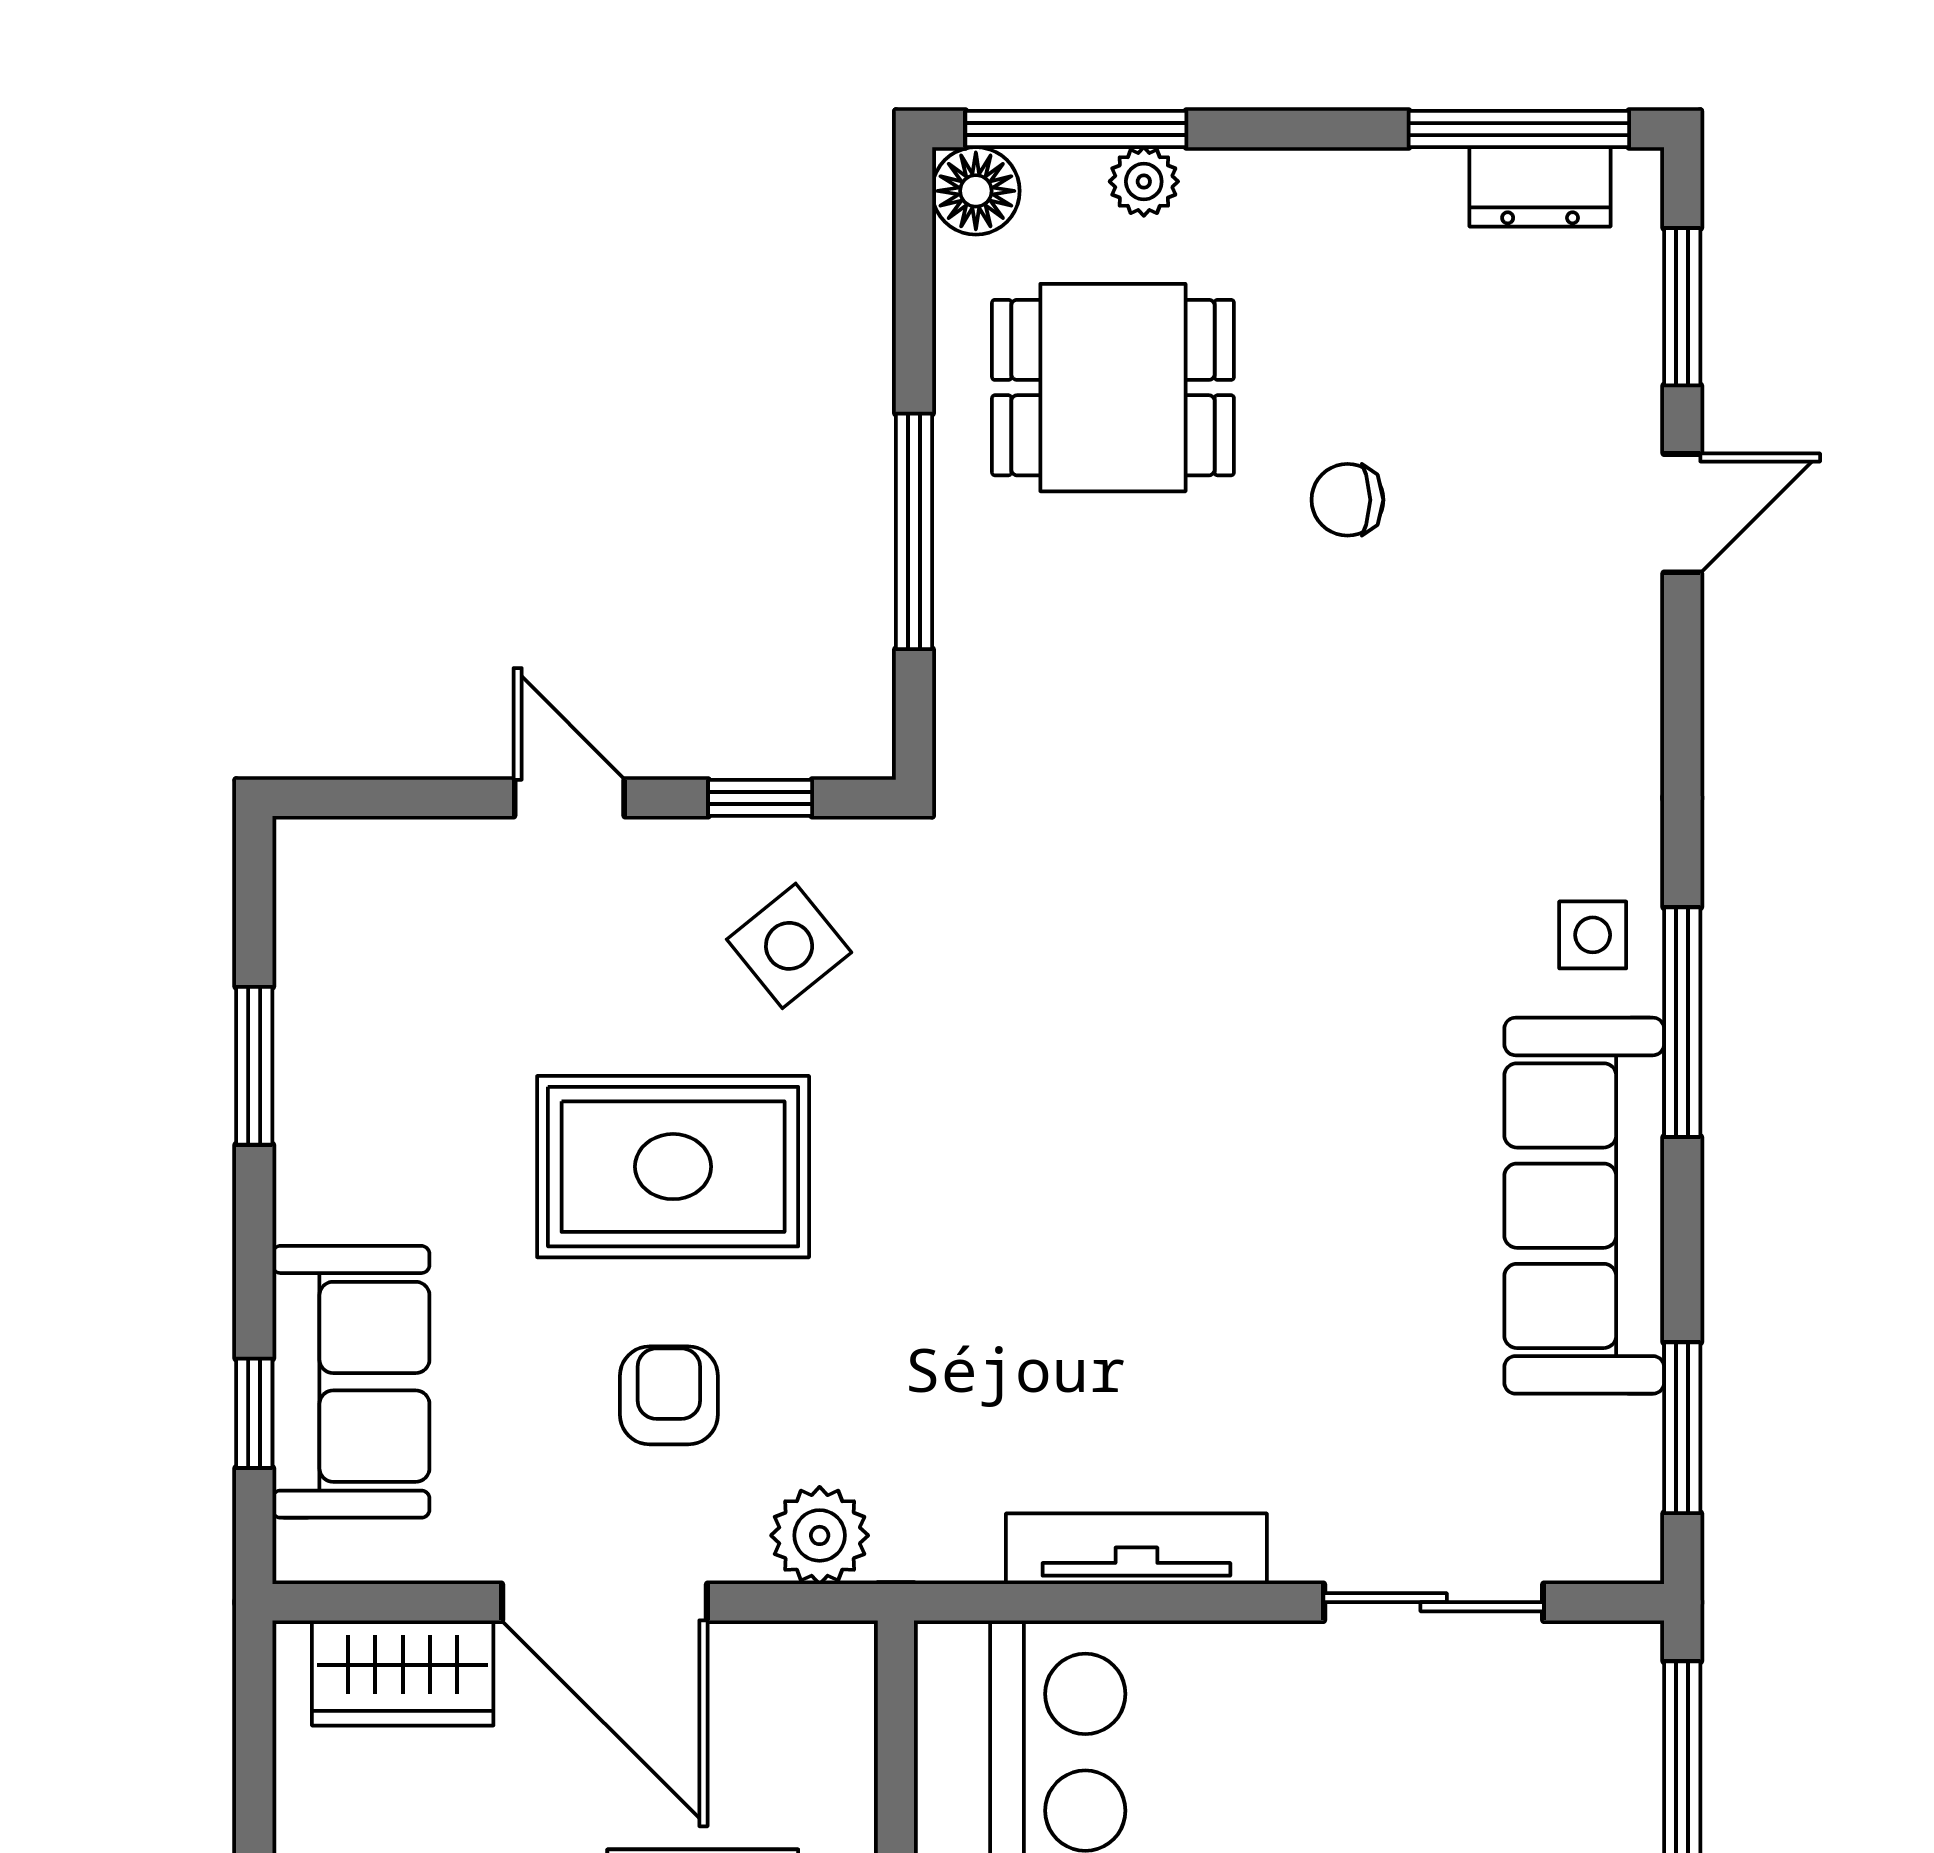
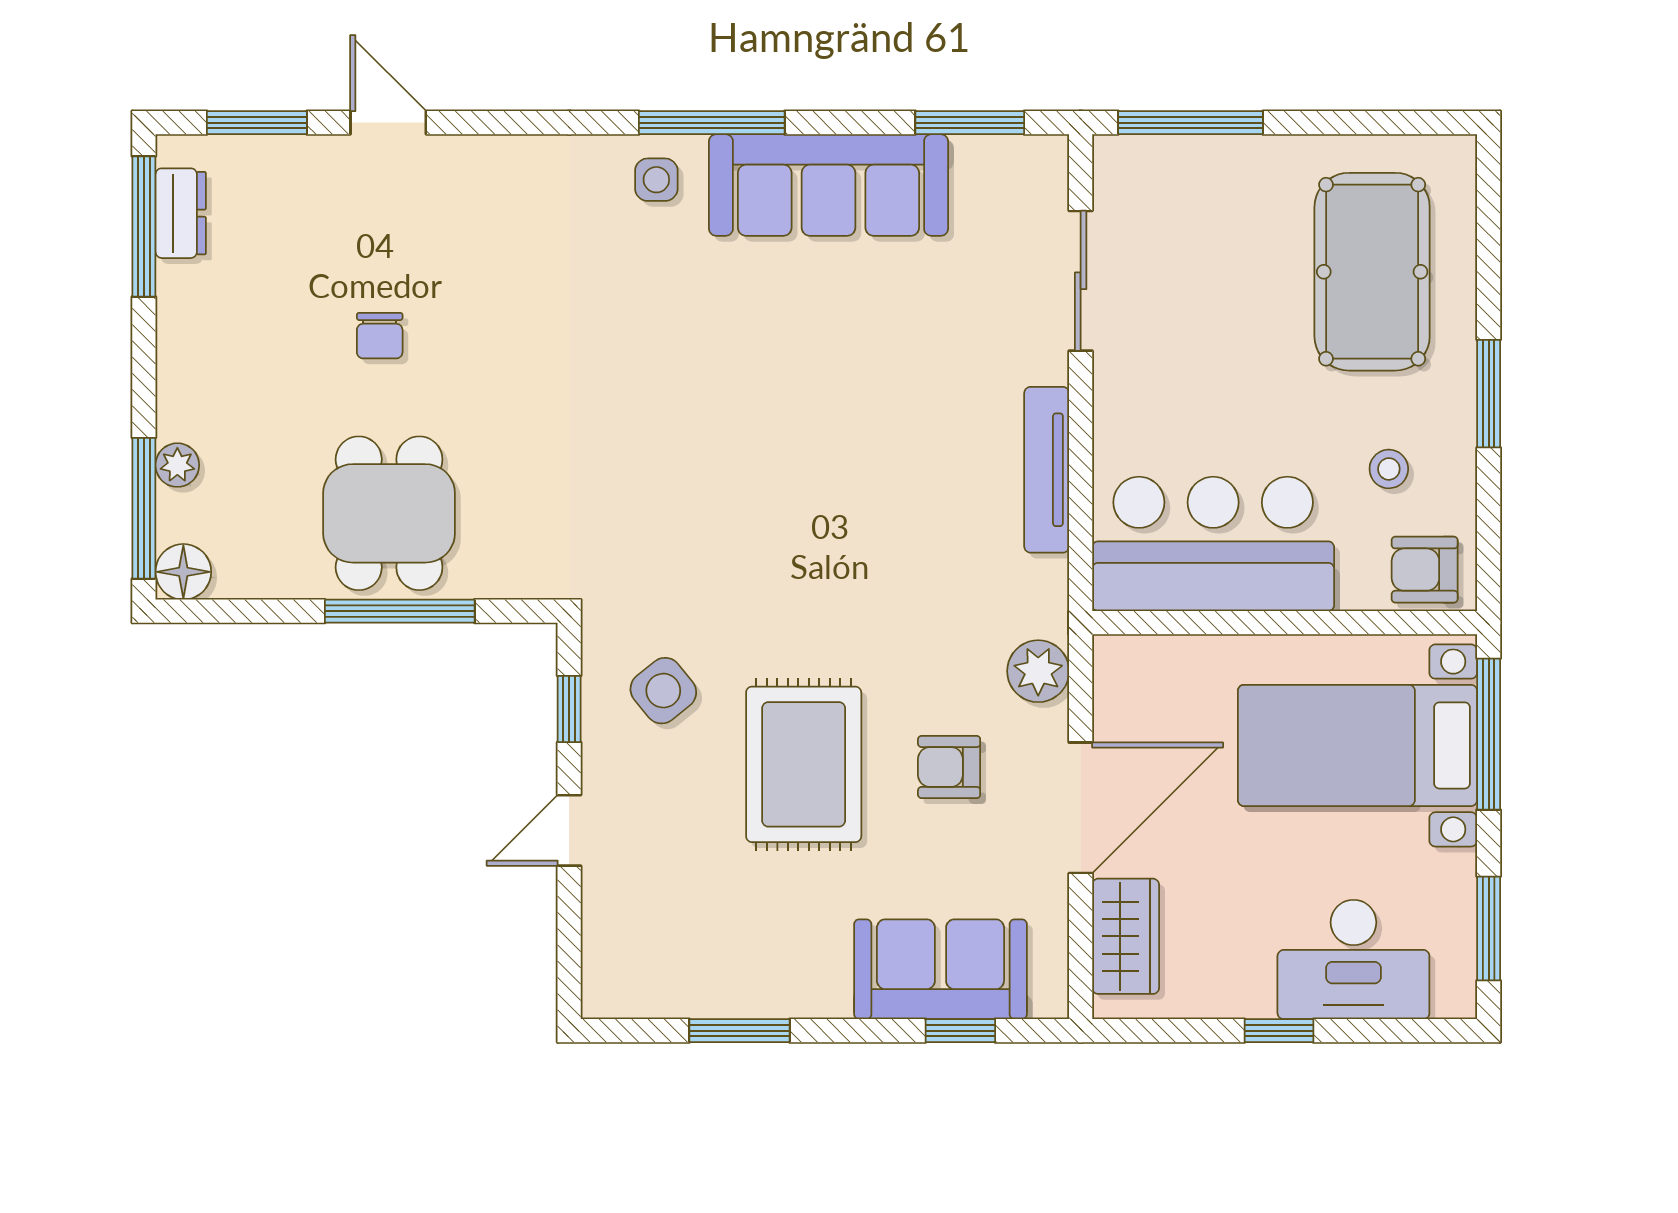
dining table: (1113, 388) -> (389, 513), moved

